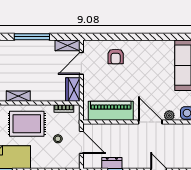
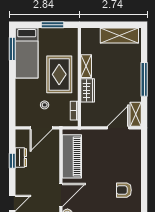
armchair: (116, 56) -> (124, 190), moved
door: (81, 63) -> (118, 128), hinge flipped
wardrobe: (73, 90) -> (88, 90), moved, turned 90

